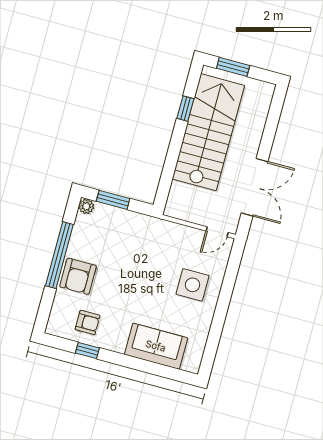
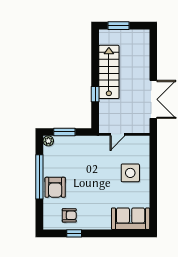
window: (185, 109) -> (95, 94), moved
stairs: (208, 132) -> (109, 72), width x0.73, depth x0.66
door: (217, 232) -> (118, 134), moved
sofa: (156, 346) -> (131, 219), moved

